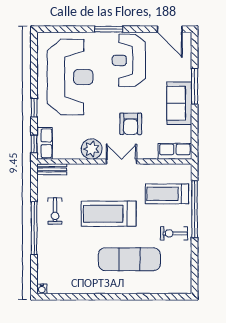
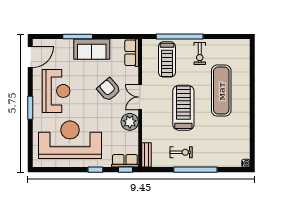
reception desk: (129, 60) -> (56, 91), turned -90
armchair: (131, 124) -> (109, 89), turned -131
treadmill: (109, 214) -> (183, 108), turned 180

